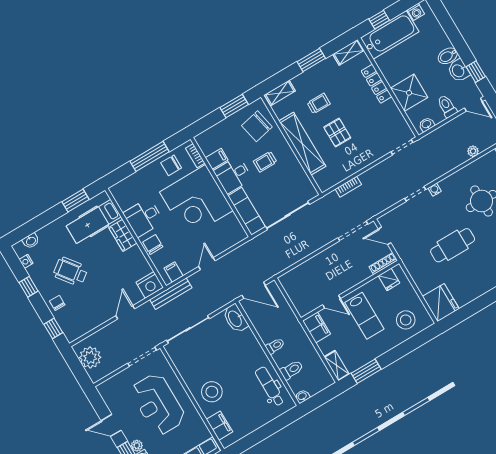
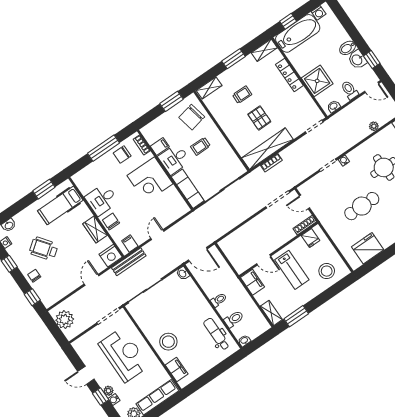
shelving: (302, 144) -> (267, 149), moved, turned 90
corner desk: (196, 201) -> (150, 180), width x0.74, depth x0.74
wardrobe: (123, 235) -> (95, 229), moved
fridge: (441, 303) -> (368, 248), moved, turned -90
washbasin: (235, 319) -> (183, 273), width x0.52, depth x0.69
reception desk: (158, 404) -> (124, 355), turned 180

